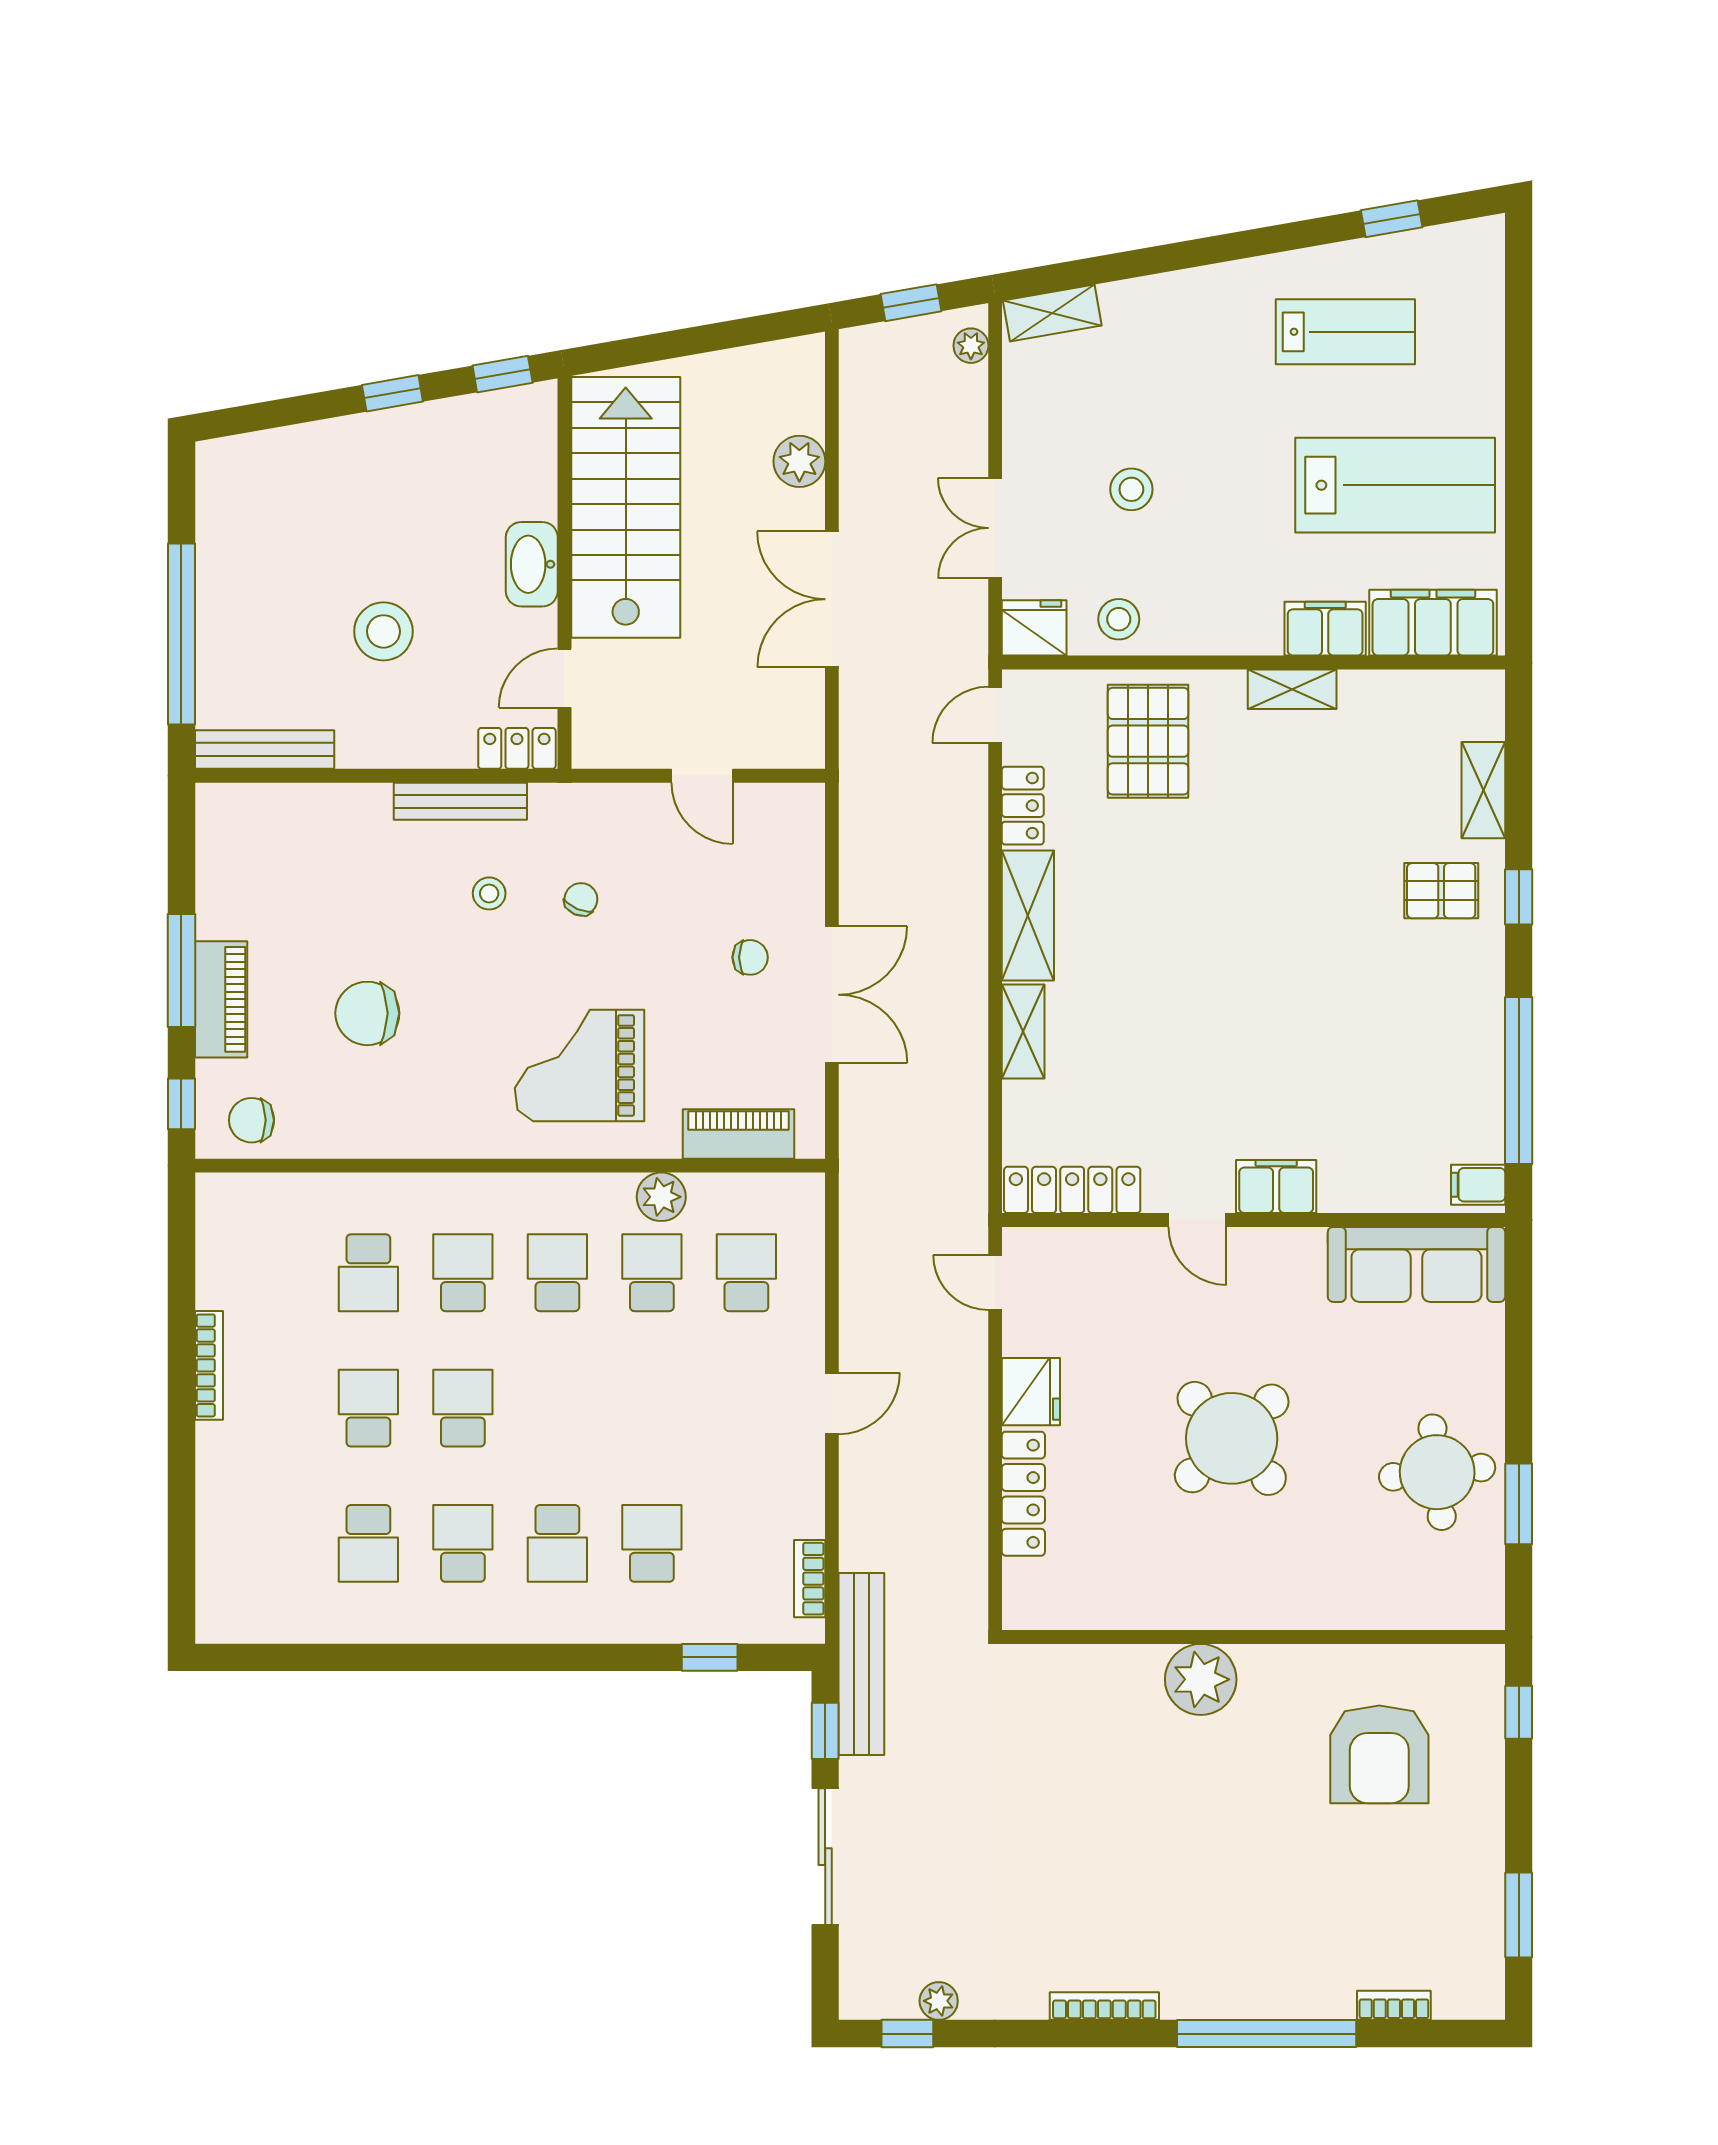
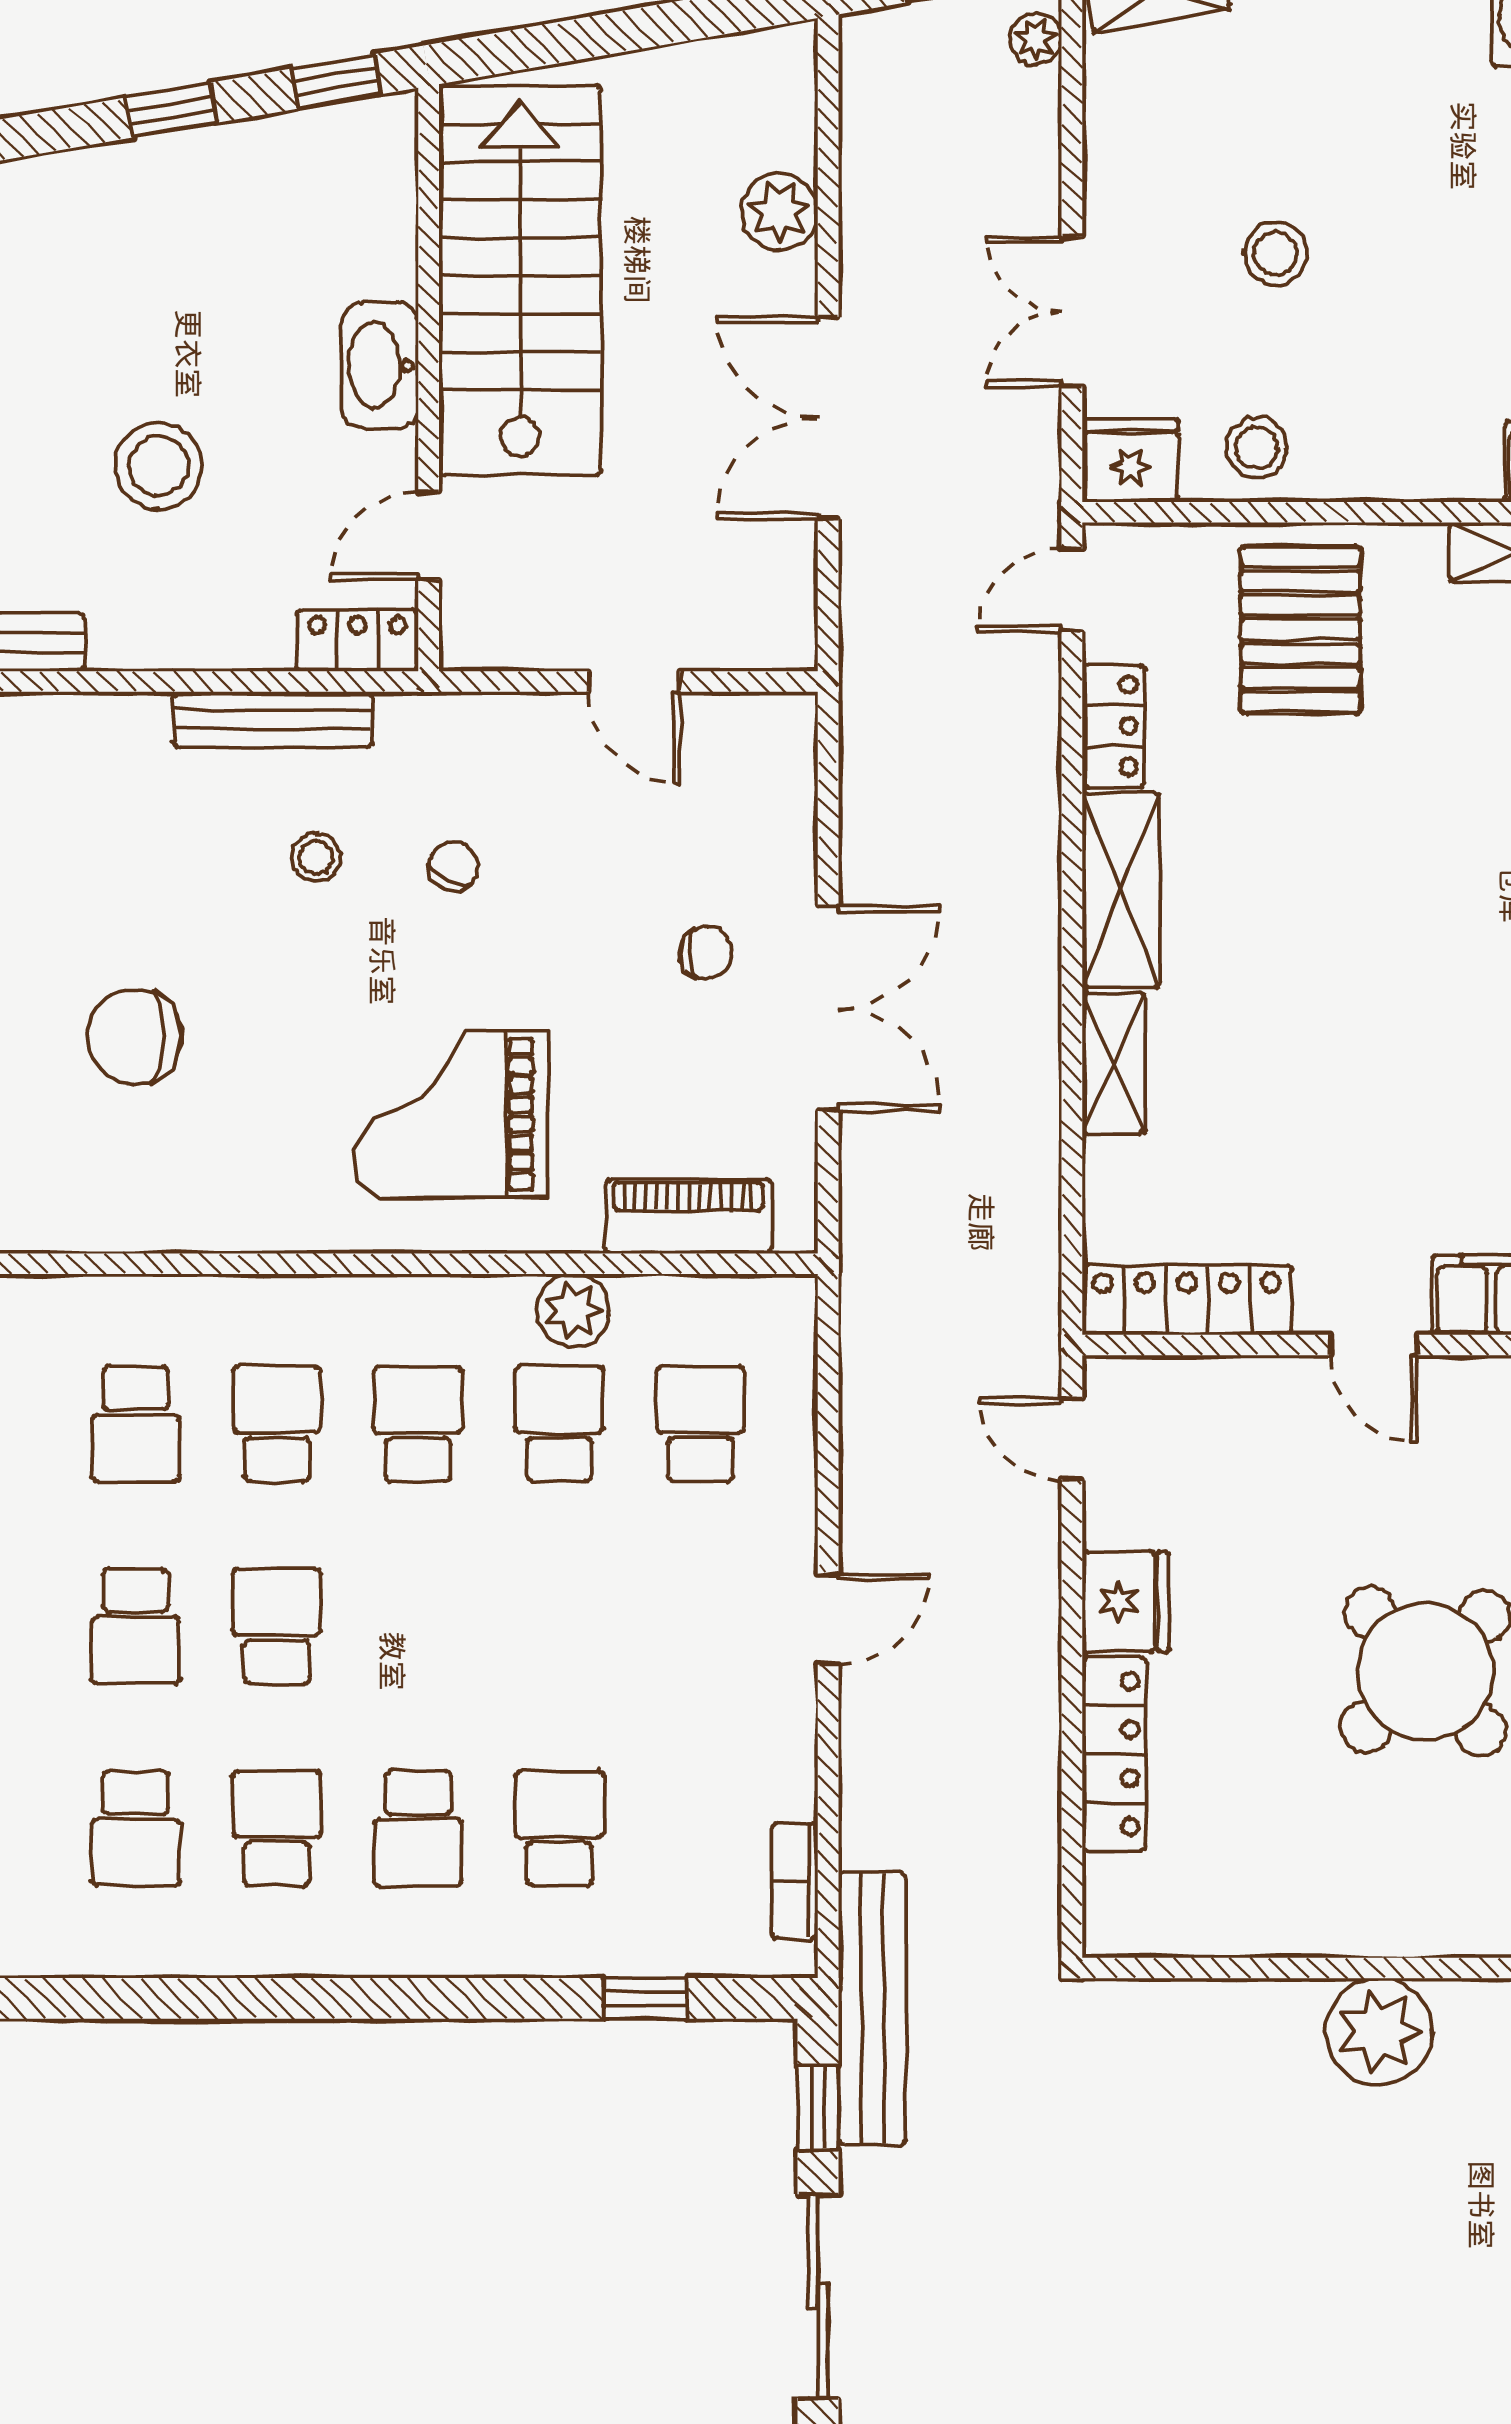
school desk: (368, 1408) -> (136, 1626), turned 180

